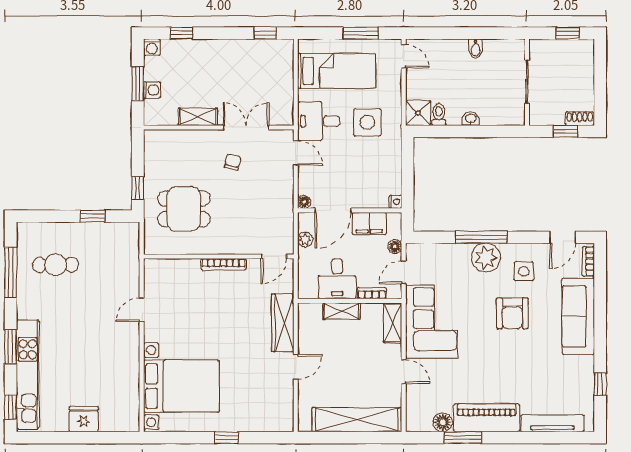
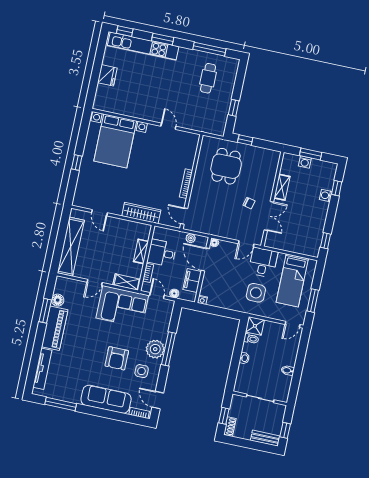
washing machine: (152, 47) -> (326, 195), moved
bench: (586, 61) -> (265, 438), added
armchair: (512, 313) -> (117, 358), turned -90
door: (296, 367) -> (99, 213), moved
window: (600, 384) -> (61, 404), width x2.17

